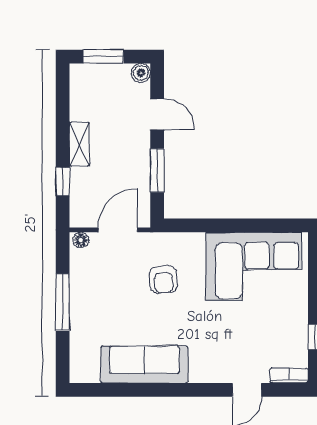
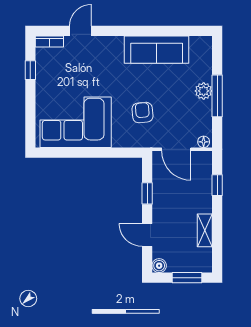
shelving: (79, 144) -> (205, 230), moved
window: (157, 170) -> (147, 193), width x0.67
door: (118, 230) -> (176, 149), hinge flipped
plant: (81, 309) -> (204, 91), added

